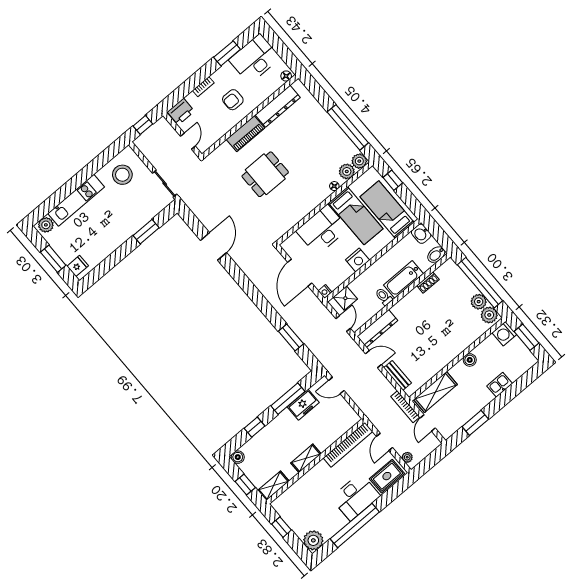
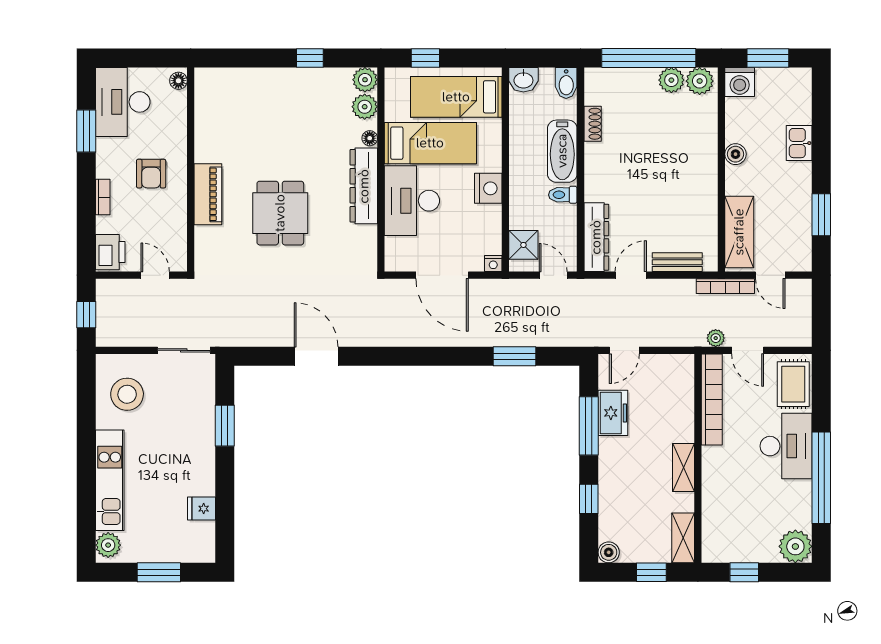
dresser: (278, 106) -> (364, 186), moved, turned 180
window: (348, 127) -> (310, 58), width x0.32
fridge: (78, 266) -> (201, 509), moved, turned -90
plant: (407, 457) -> (716, 338), moved

